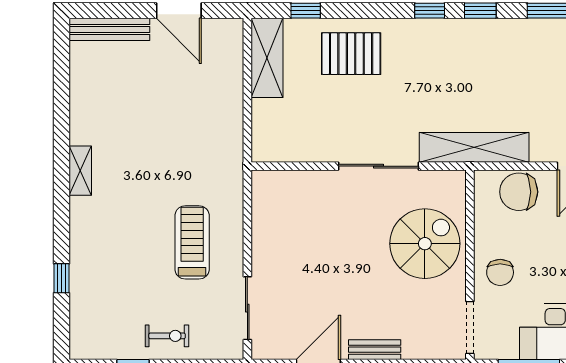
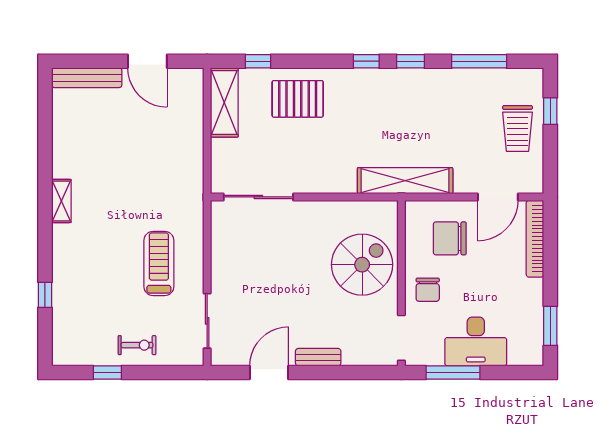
sliding door: (379, 166) -> (258, 197), moved
chair: (519, 192) -> (450, 238), moved

